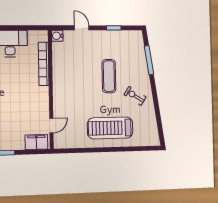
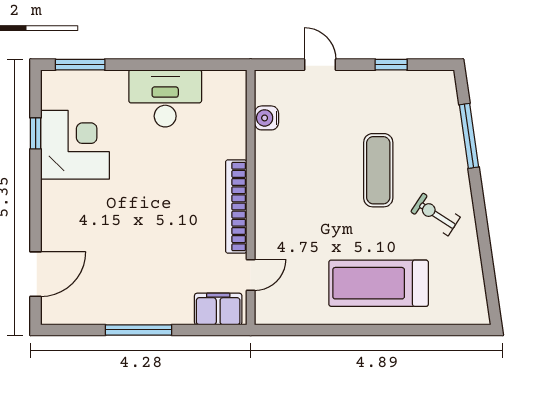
water cooler: (57, 36) -> (266, 118), moved
bookcase: (44, 64) -> (236, 206), moved

